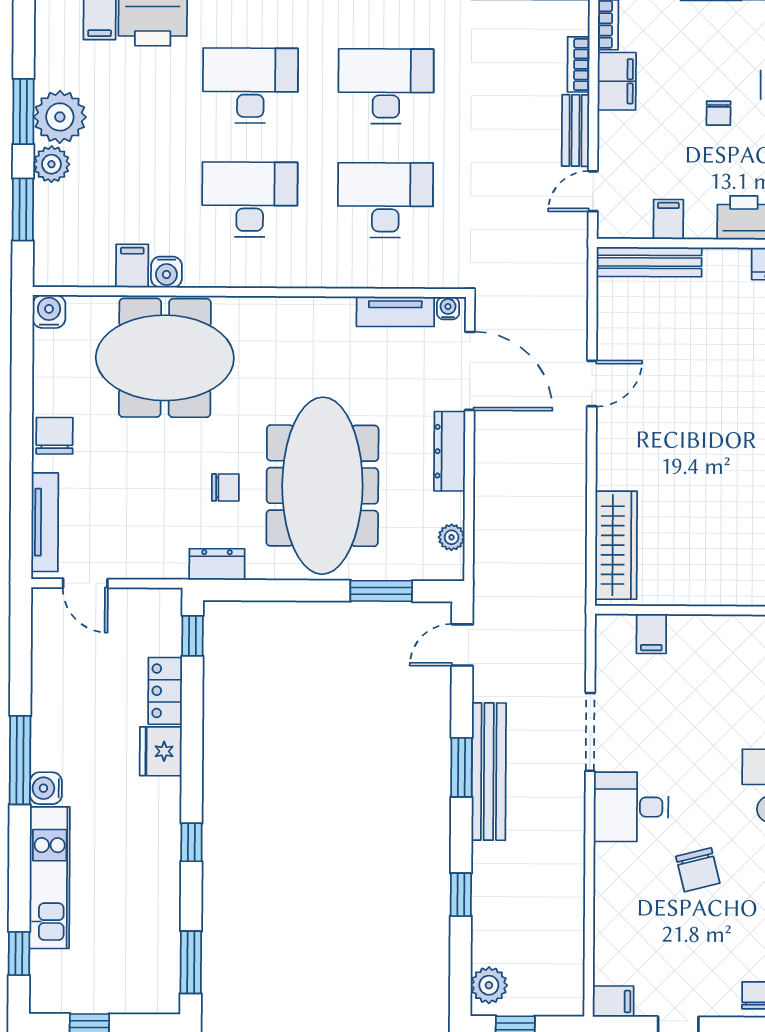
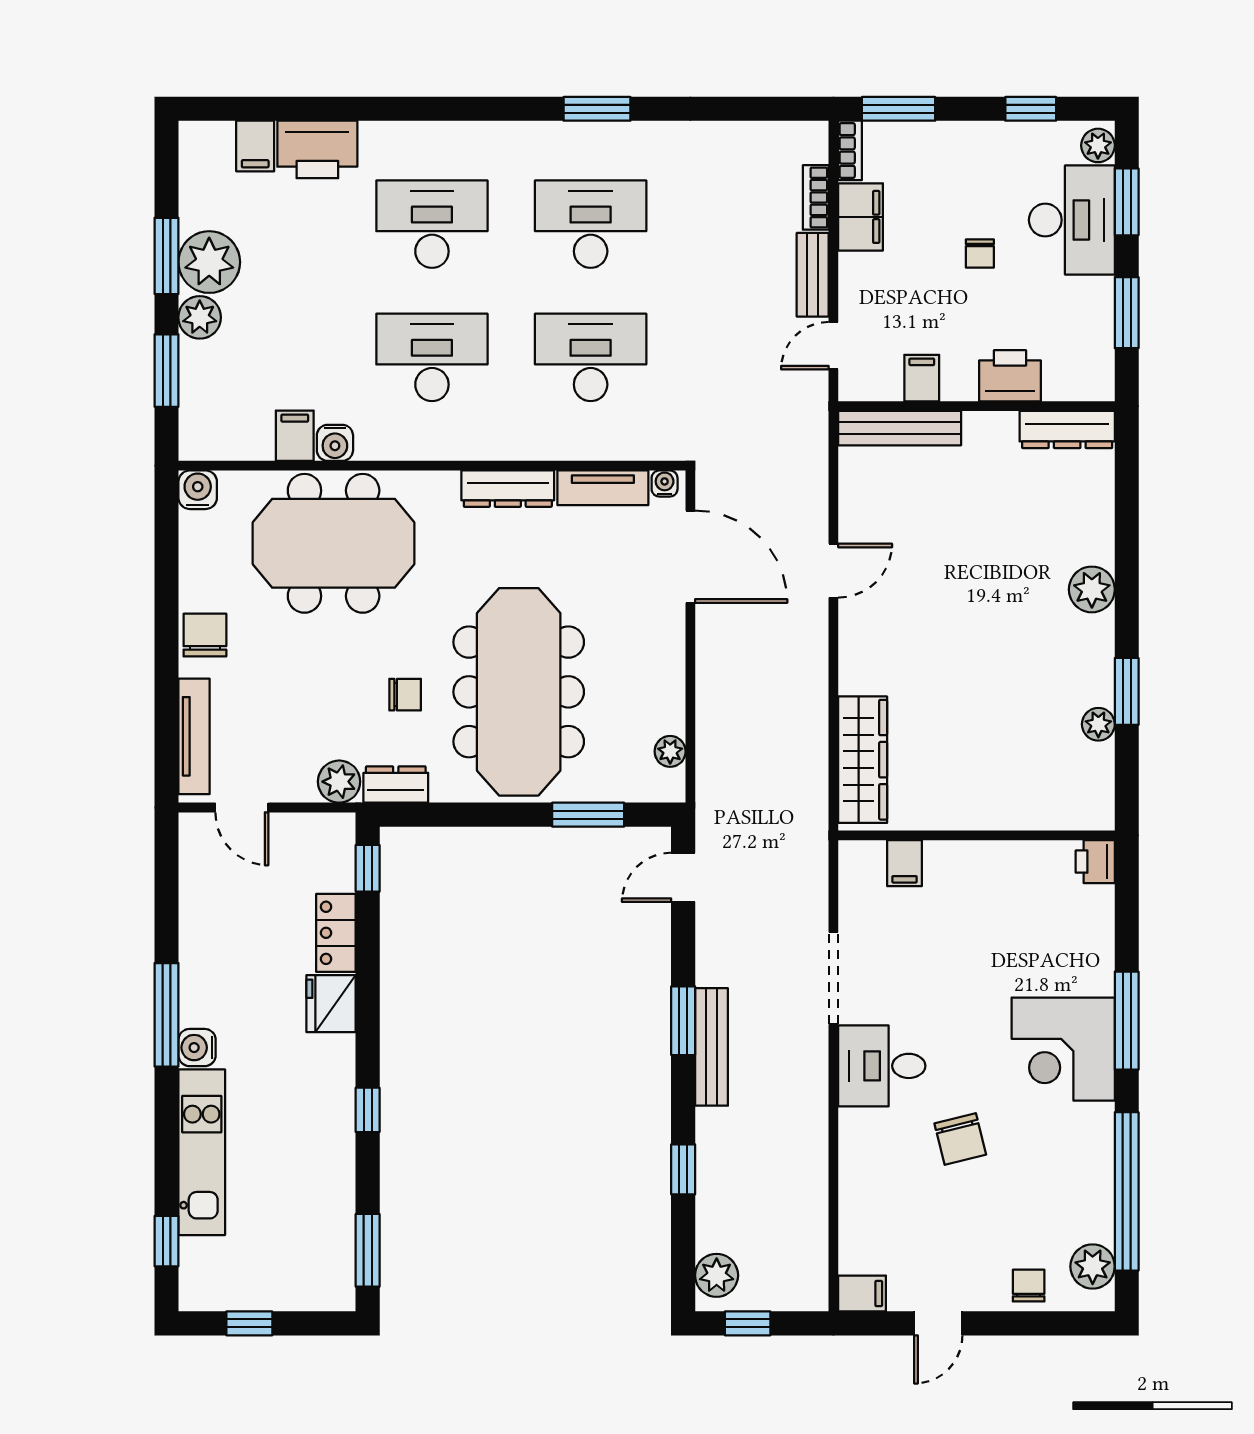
dresser: (450, 451) -> (508, 489), moved, turned -90
plant: (169, 562) -> (339, 782), added
bench: (489, 772) -> (712, 1047), width x0.73, depth x0.82

